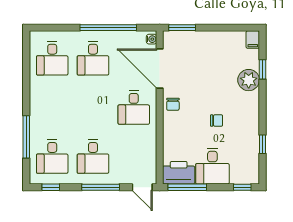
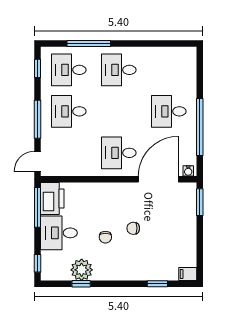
desk: (52, 58) -> (119, 70), moved
plant: (249, 80) -> (82, 270), moved
chair: (173, 104) -> (133, 228), moved

